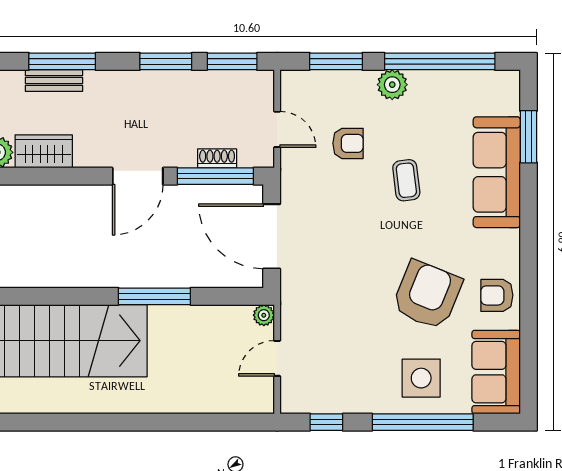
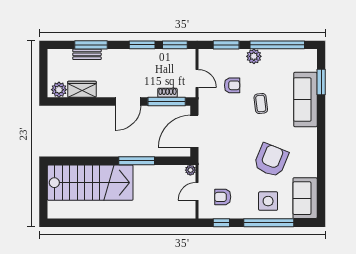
door: (272, 236) -> (194, 131), hinge flipped
armchair: (497, 295) -> (223, 197), moved

